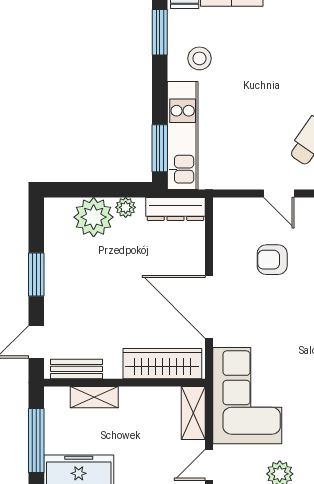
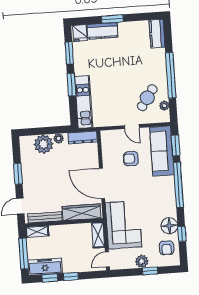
stool: (199, 58) -> (89, 64), removed
window: (160, 148) -> (71, 85), moved
bench: (76, 369) -> (45, 217), width x1.36
shelving: (94, 397) -> (37, 232), moved

